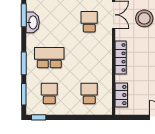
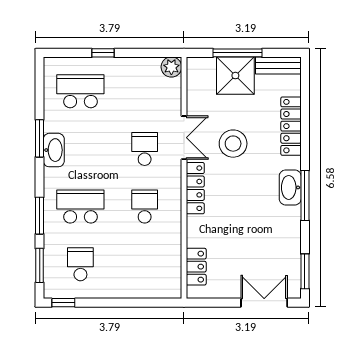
locker: (121, 57) -> (195, 188), moved
school desk: (89, 94) -> (145, 207), moved

